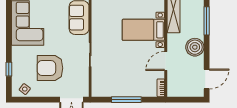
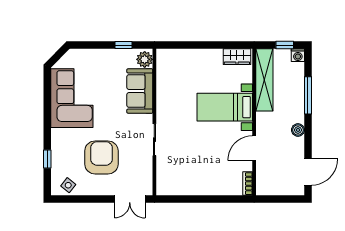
boiler: (195, 47) -> (298, 130), width x0.54, depth x0.54
armchair: (50, 68) -> (101, 157), turned 90
window: (126, 100) -> (202, 199), removed

